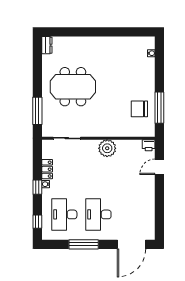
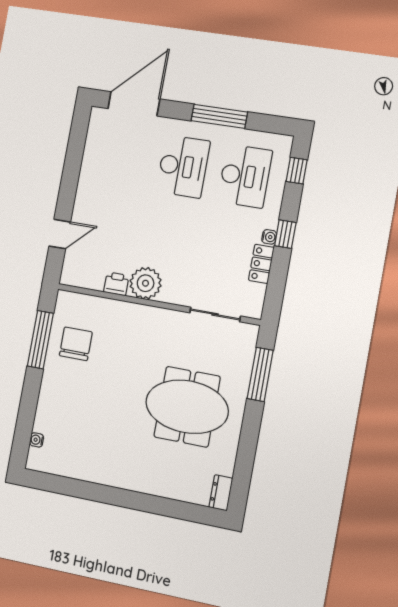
chair: (139, 109) -> (76, 344), turned -90
printer: (149, 145) -> (116, 284), moved

